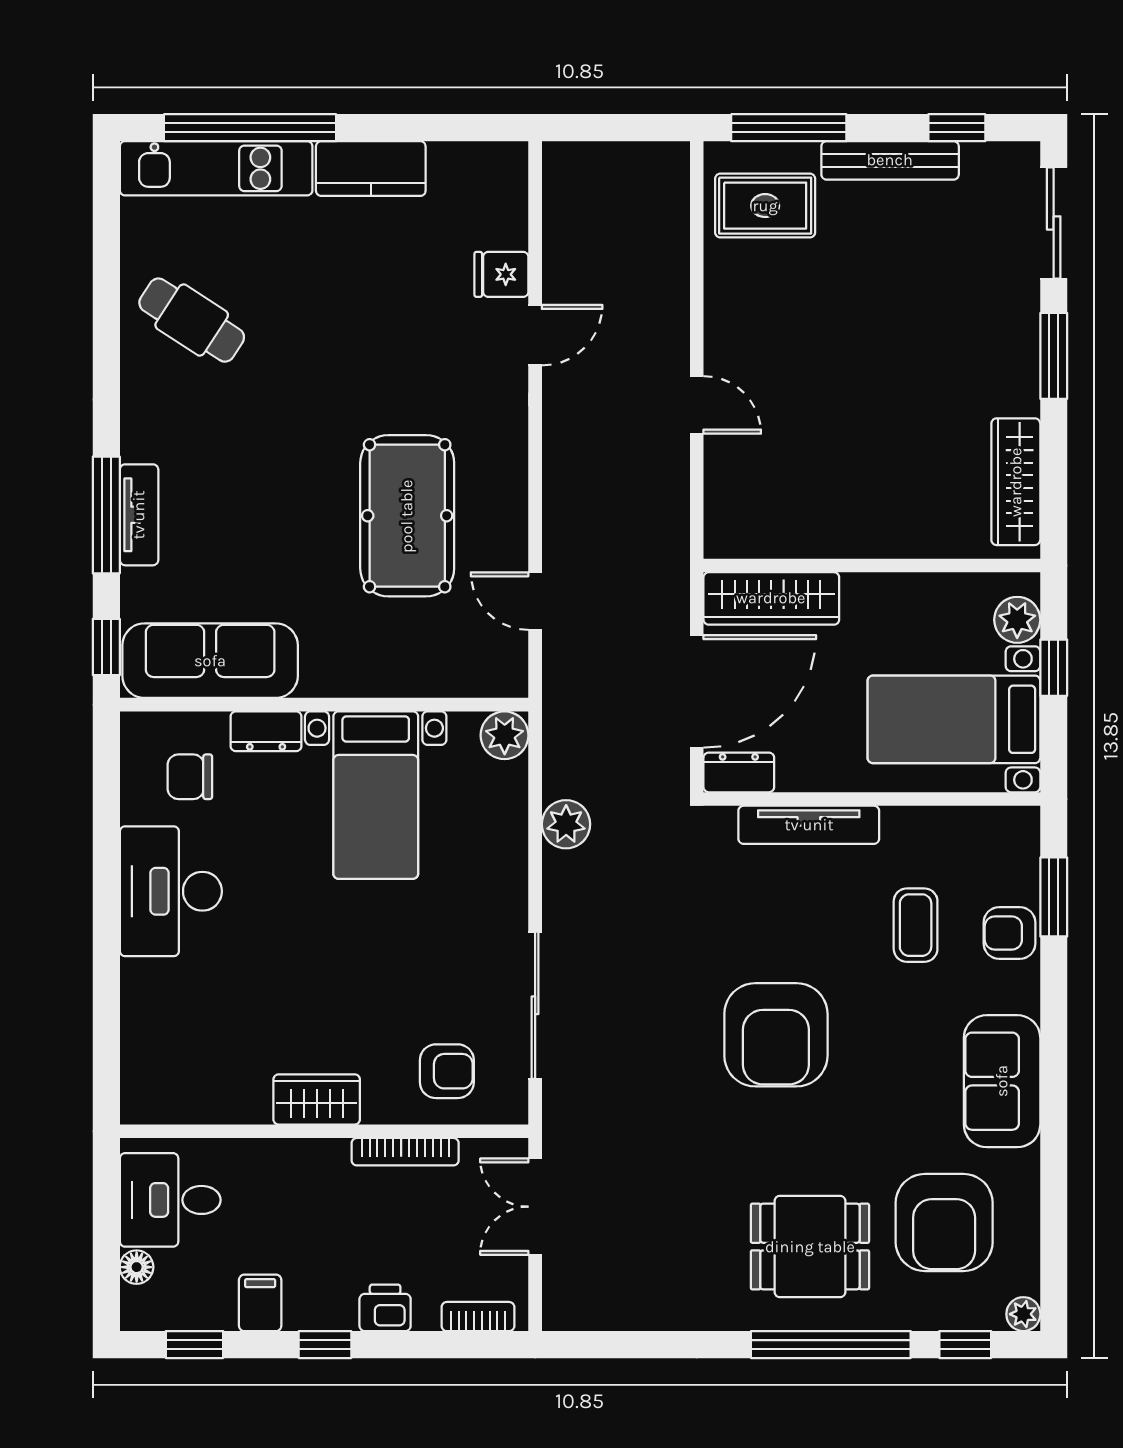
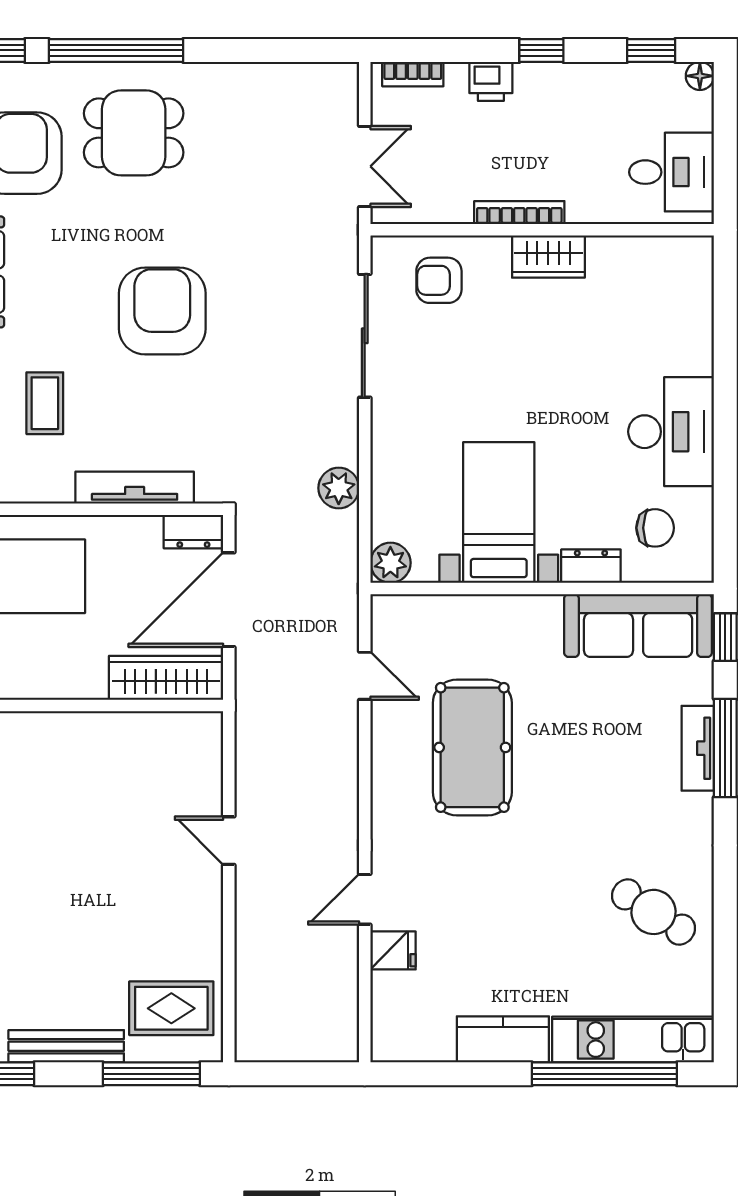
bookcase: (405, 1152) -> (519, 213), moved
floor lamp: (137, 1267) -> (700, 76), moved
filing cabinet: (260, 1303) -> (596, 86), removed

